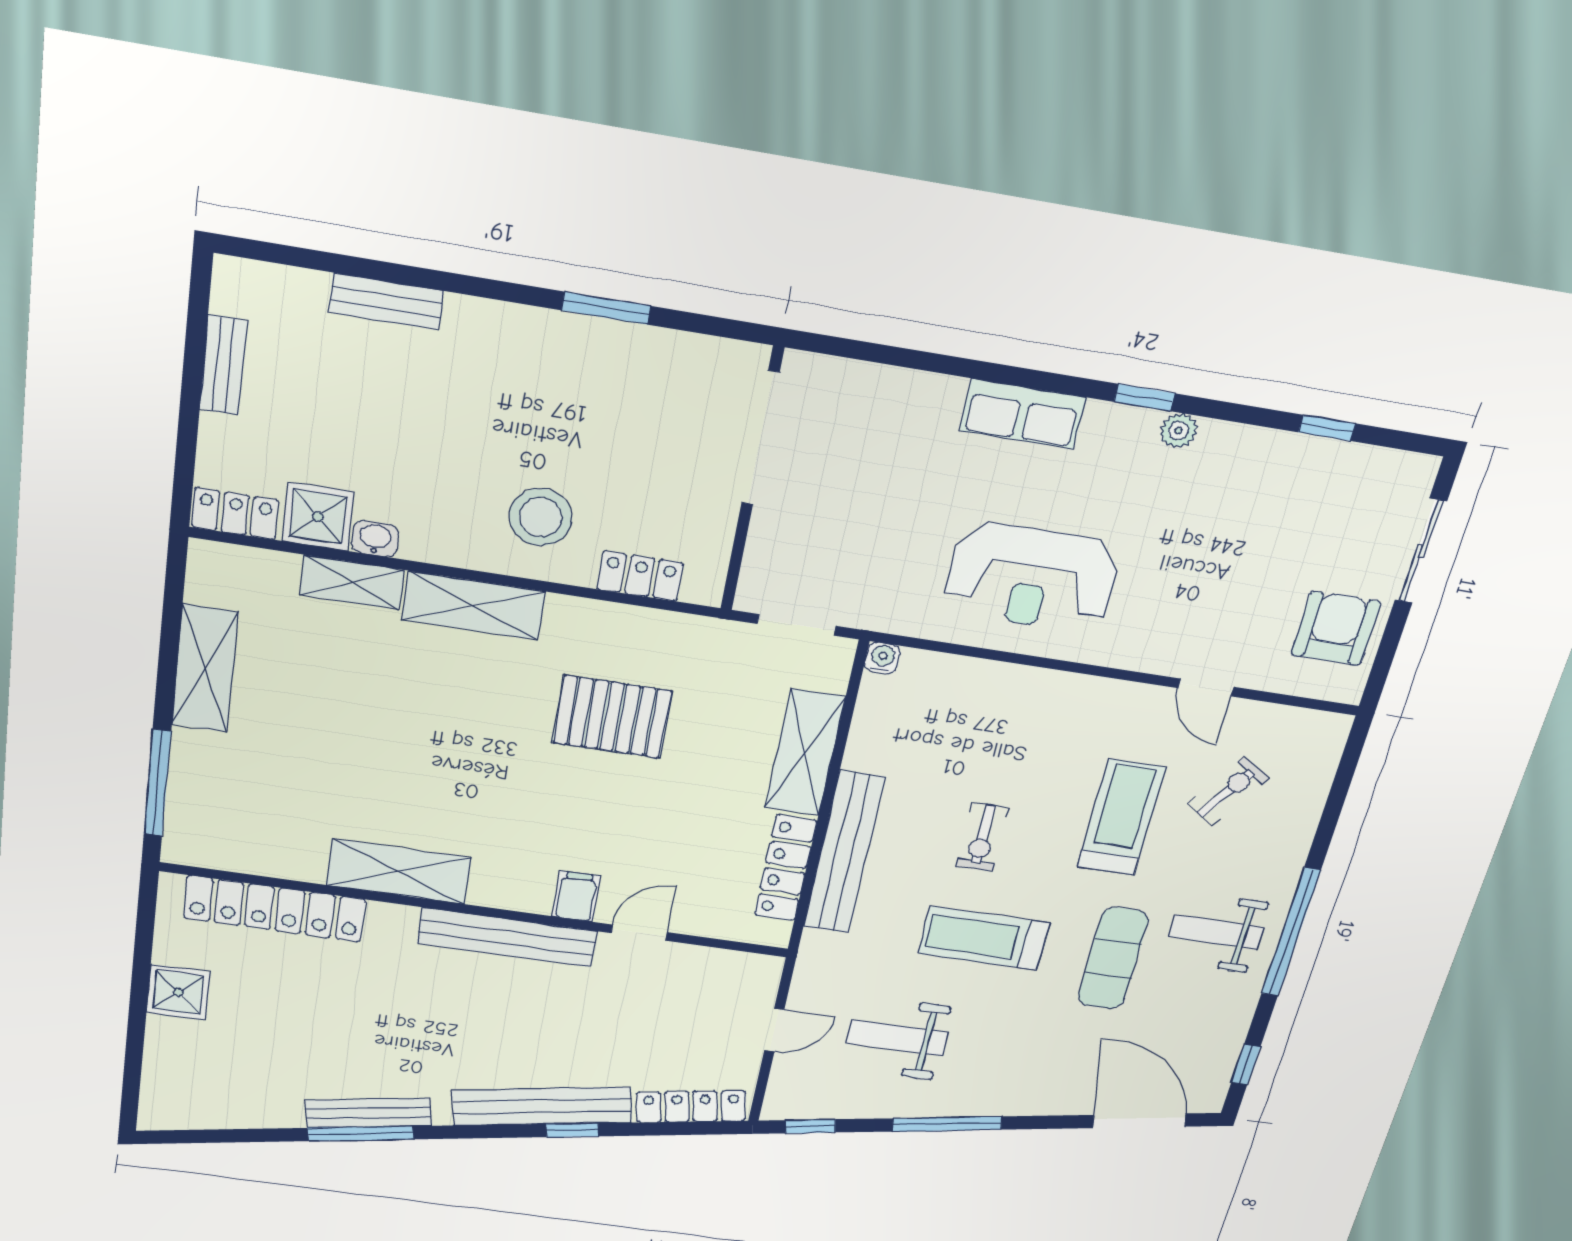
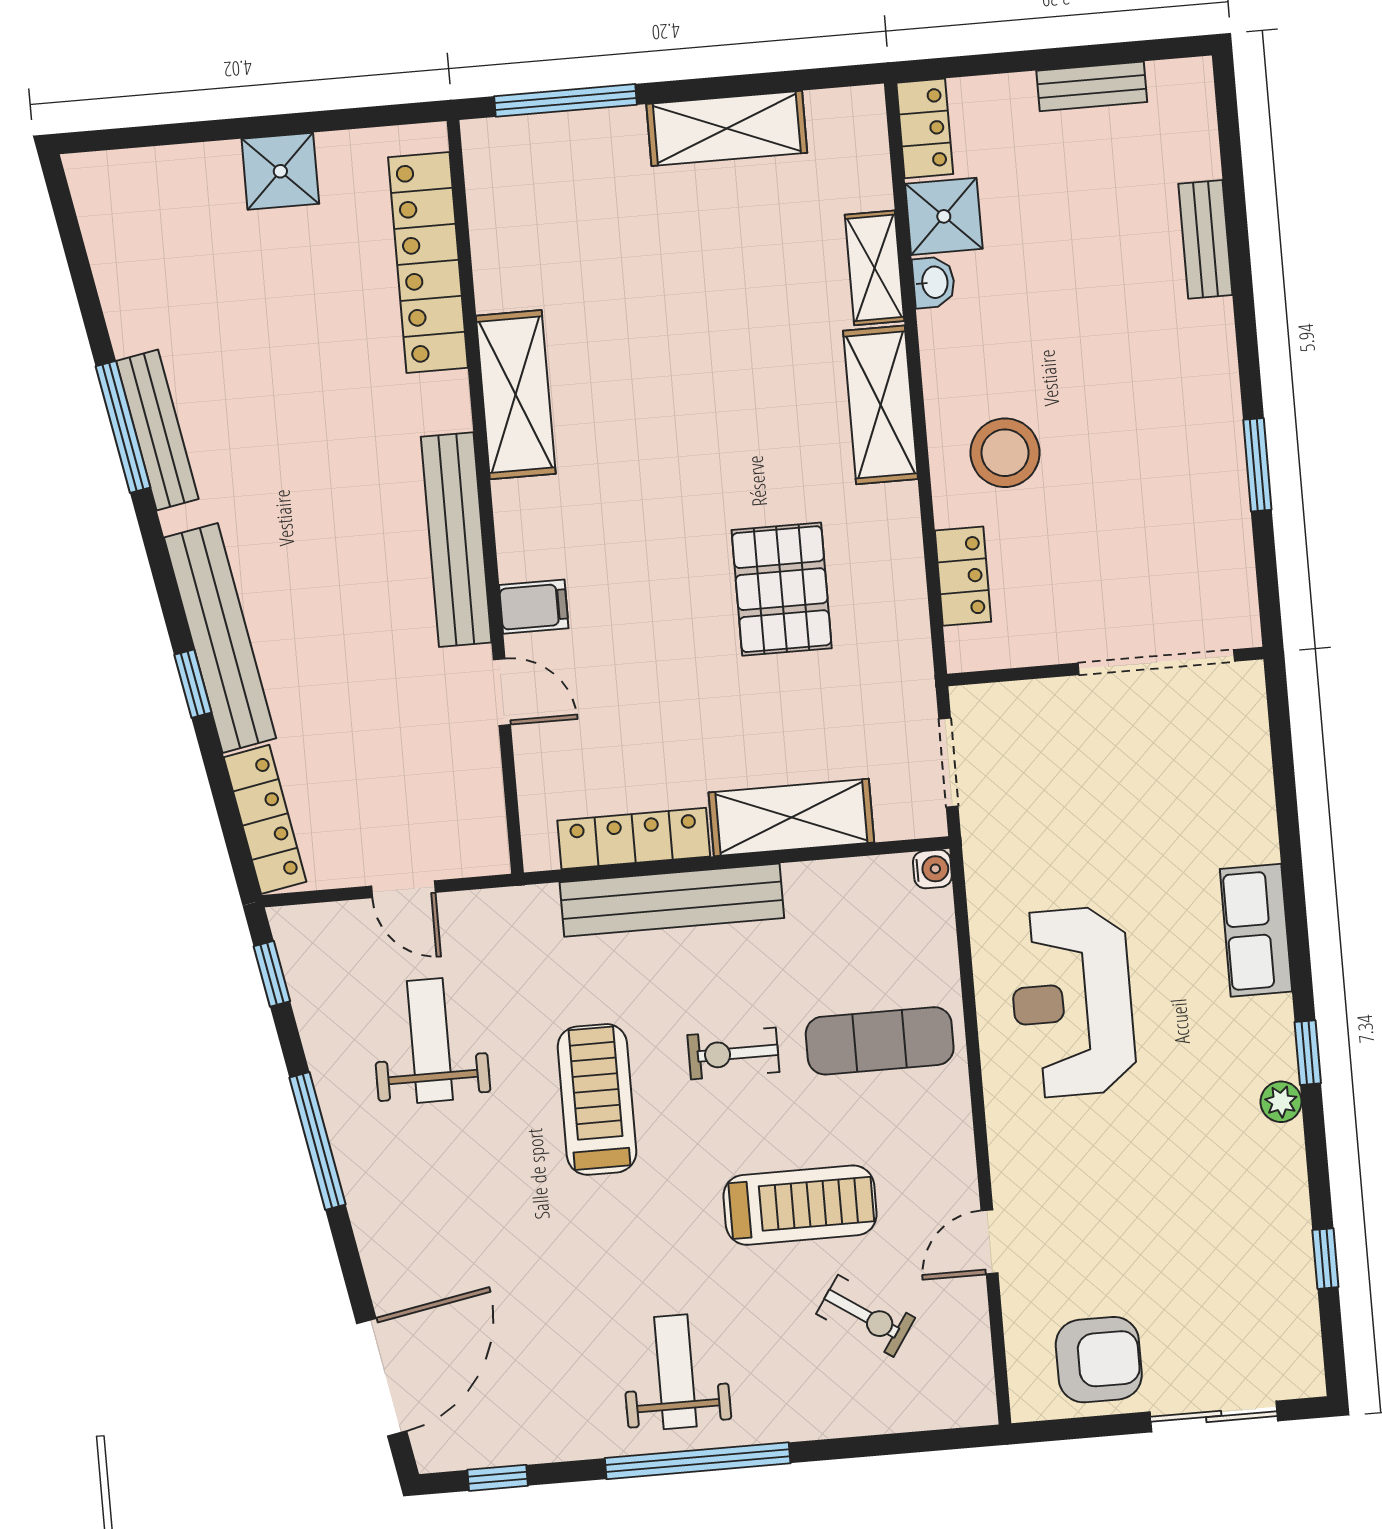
exercise mat: (1113, 958) -> (880, 1041), moved

